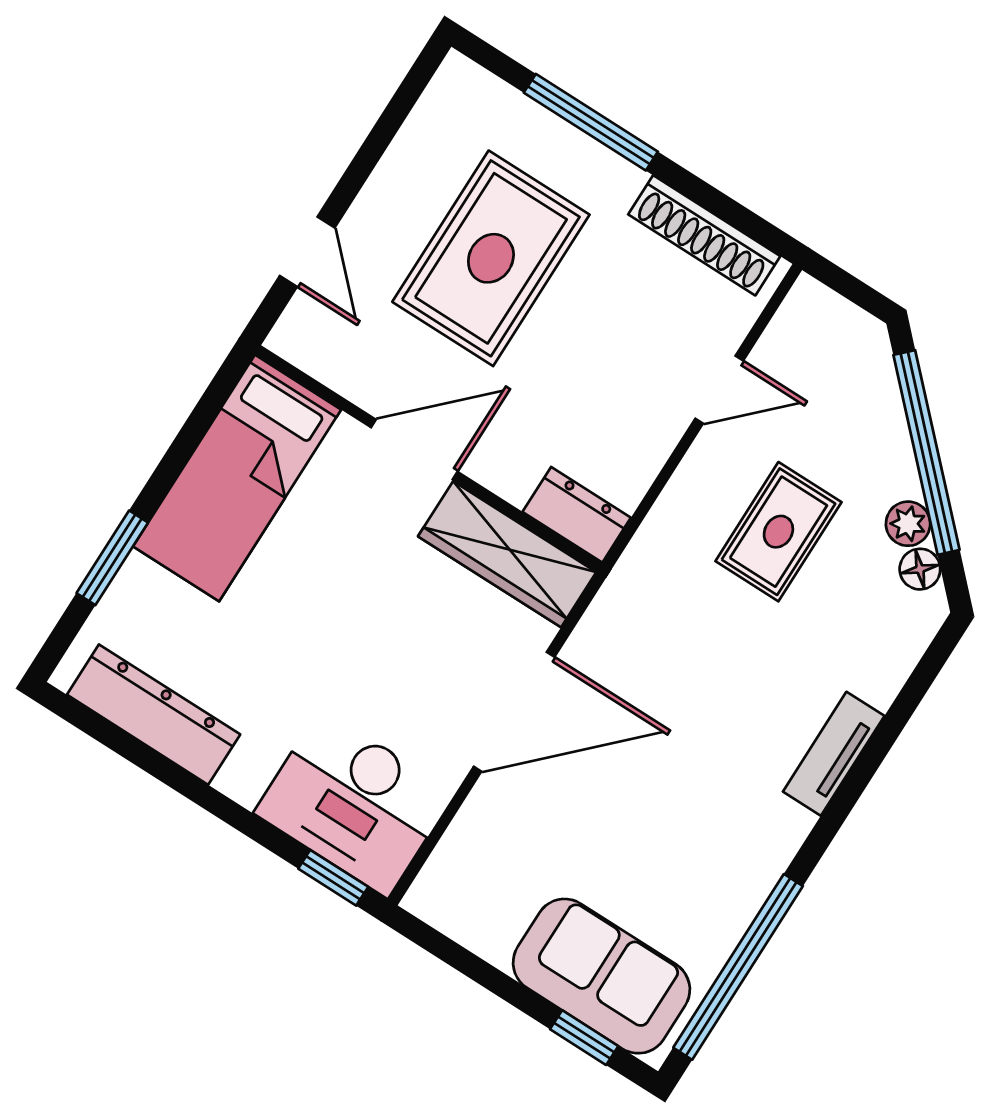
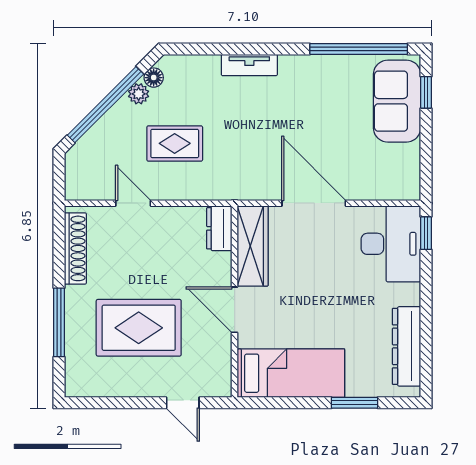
door: (307, 252) -> (183, 403), swing flipped

